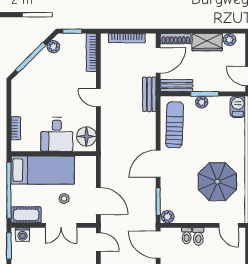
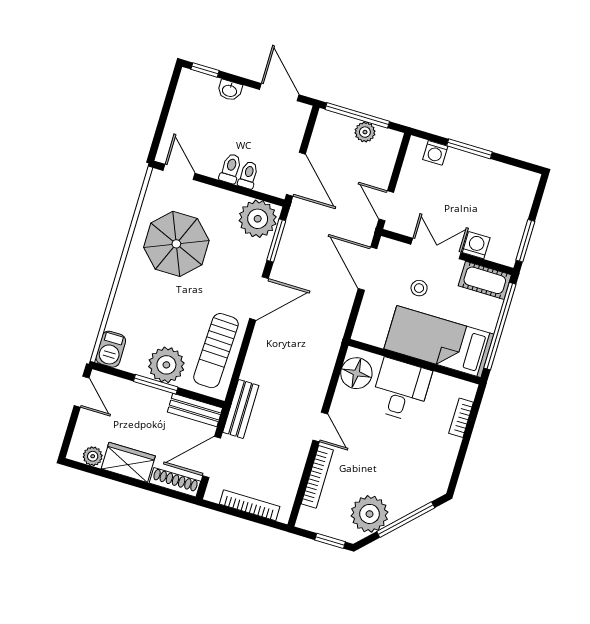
plant: (53, 47) -> (370, 514), width x1.87, depth x1.87
bookcase: (91, 53) -> (317, 477), moved
plant: (202, 102) -> (166, 365), width x1.87, depth x1.87
plant: (168, 217) -> (258, 219), width x1.88, depth x1.88
washing machine: (23, 234) -> (476, 245), moved

